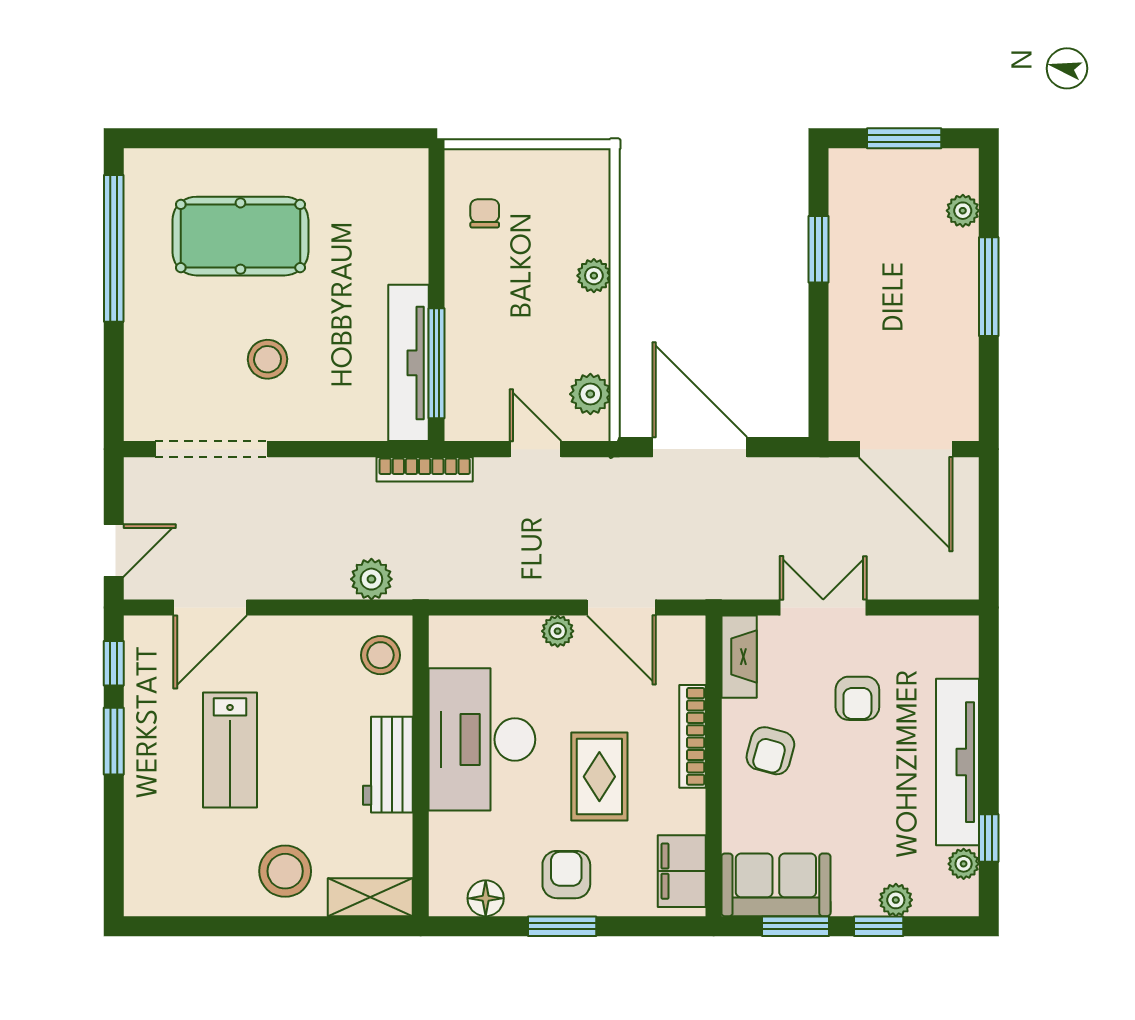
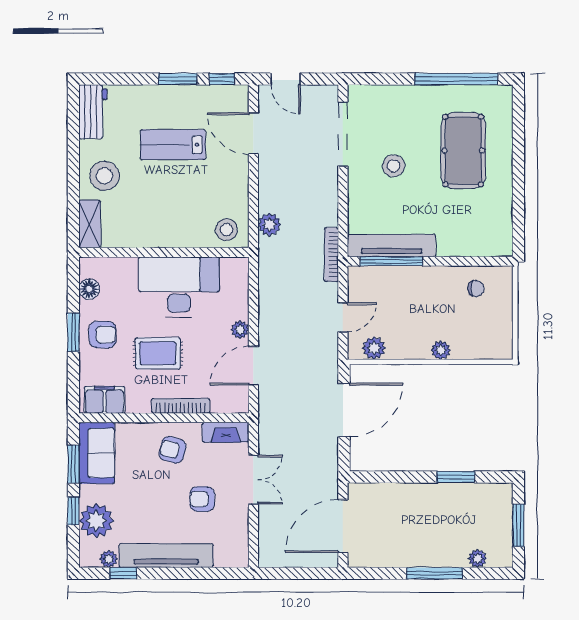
workbench: (388, 765) -> (93, 112), moved, turned 90
plant: (896, 900) -> (96, 521), width x1.87, depth x1.87

